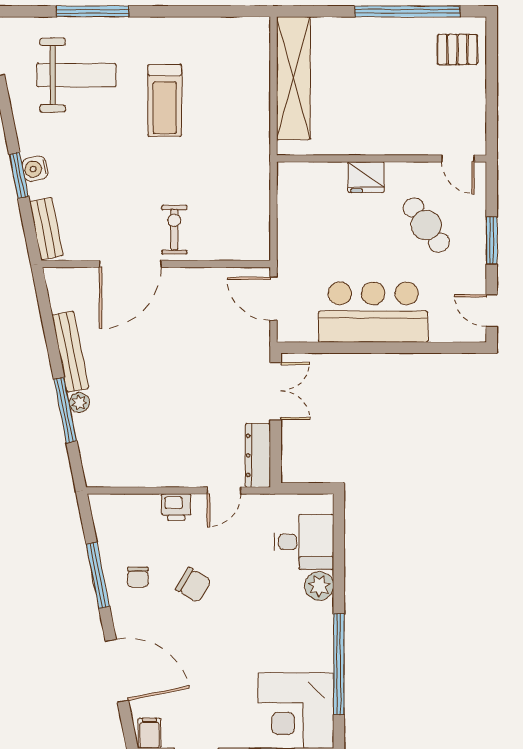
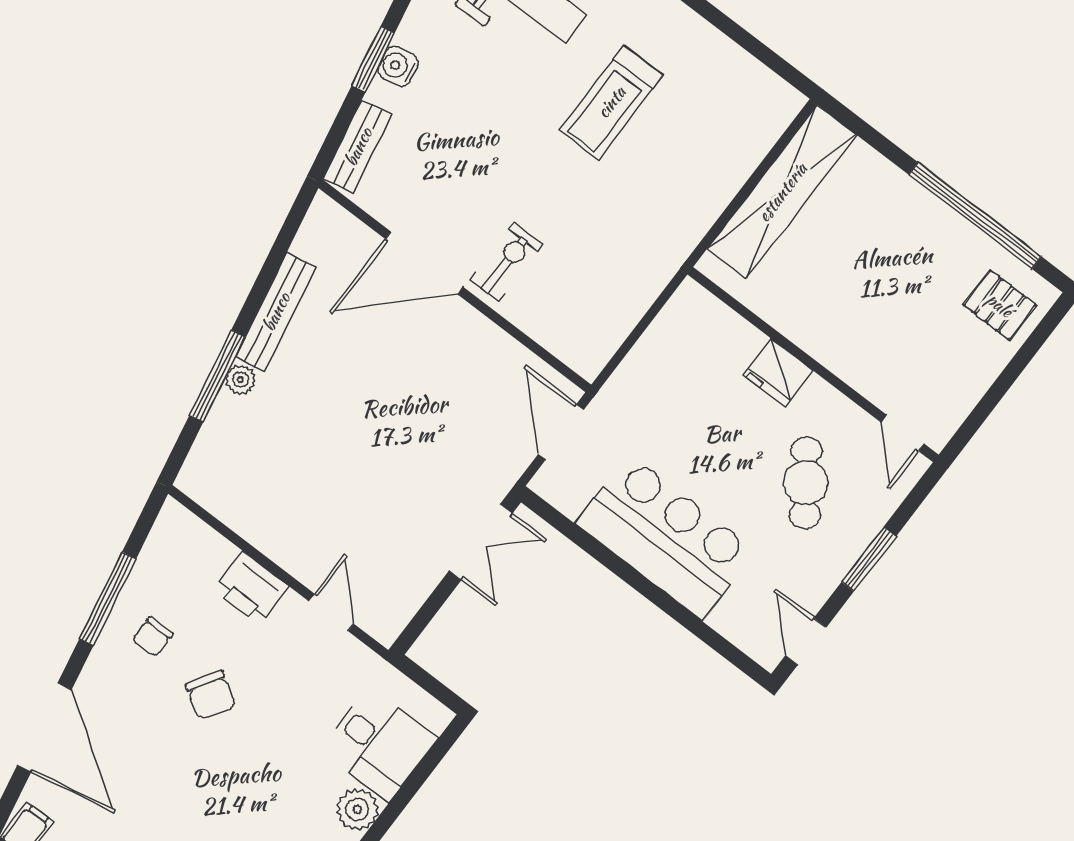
dresser: (258, 455) -> (402, 602), removed
door: (224, 491) -> (331, 612), swing flipped
printer: (176, 507) -> (251, 588), width x1.36, depth x1.24

